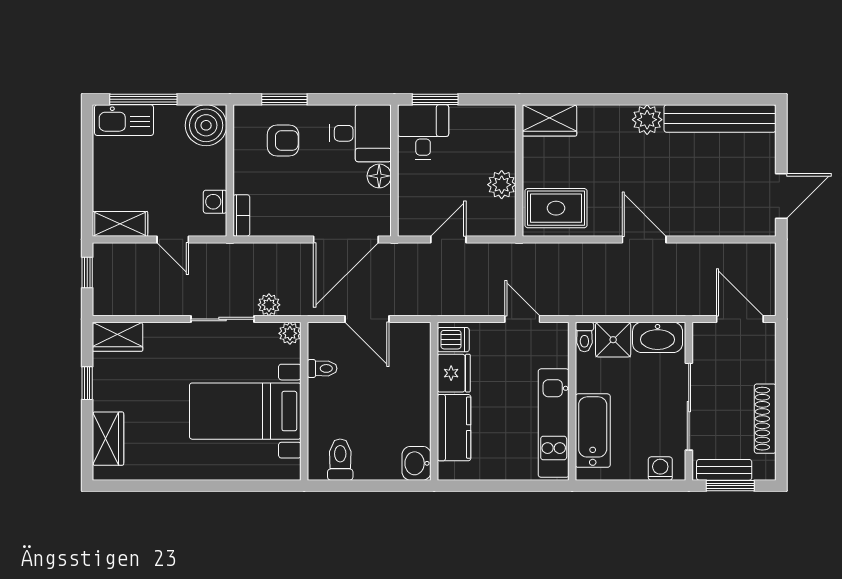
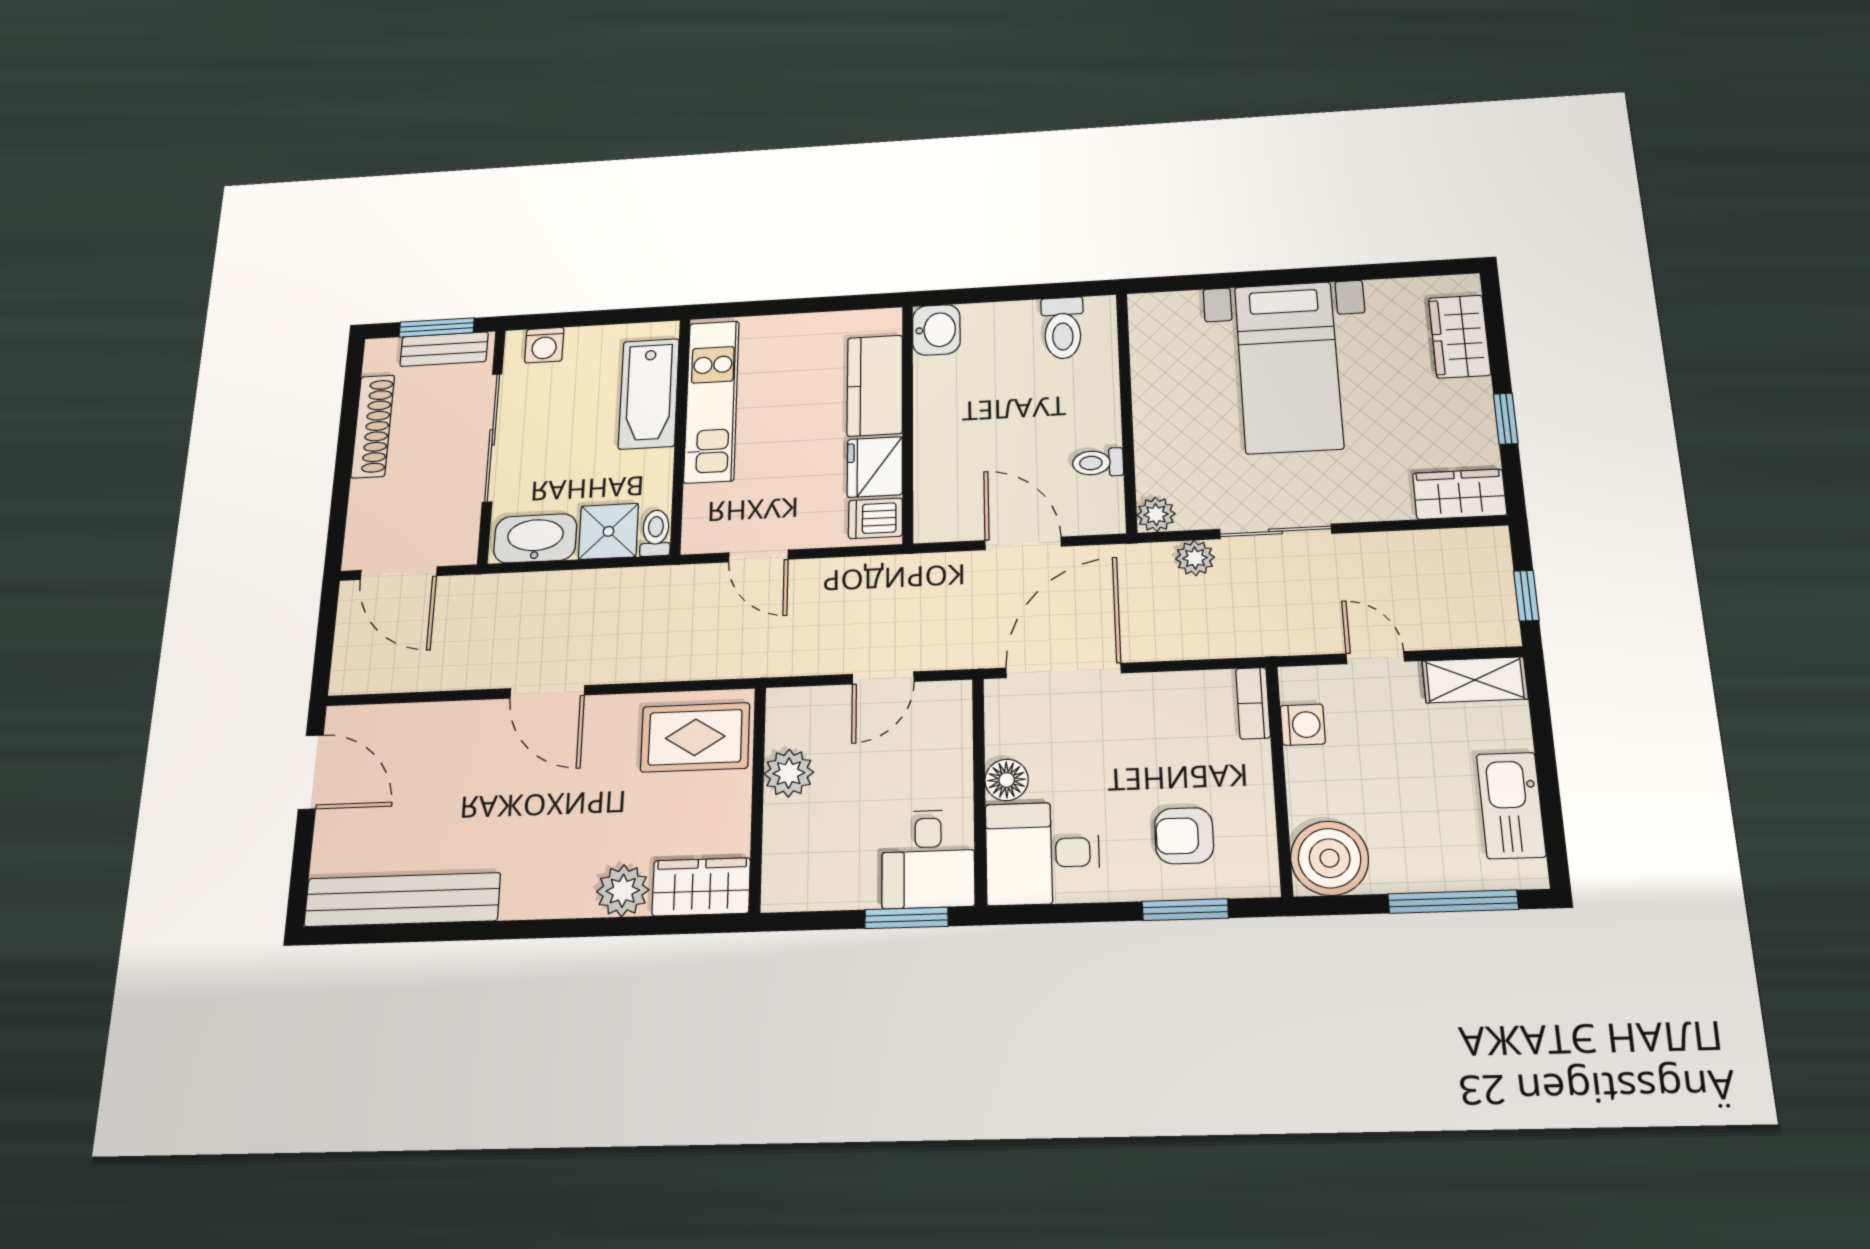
kitchen sink: (124, 120) -> (1511, 805), moved, turned -90
plant: (647, 120) -> (623, 891), moved
door: (781, 196) -> (311, 772), swing flipped
bed with nightstands: (245, 411) -> (1288, 367), moved, turned 90

